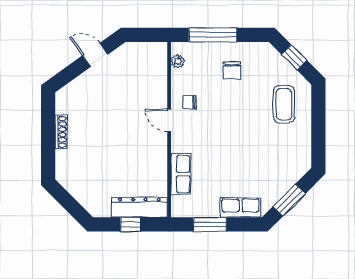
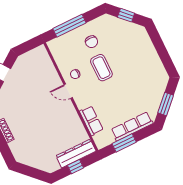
plant: (178, 61) -> (56, 52), removed
coffee table: (284, 104) -> (101, 68), moved
row of seats: (240, 208) -> (132, 126), width x1.48

